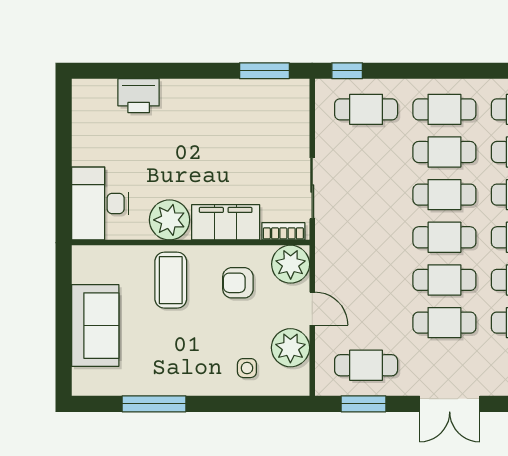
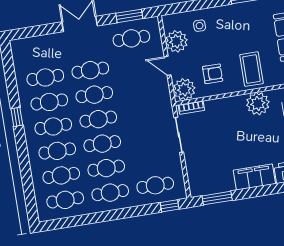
filing cabinet: (226, 222) -> (254, 177), moved, turned 180

